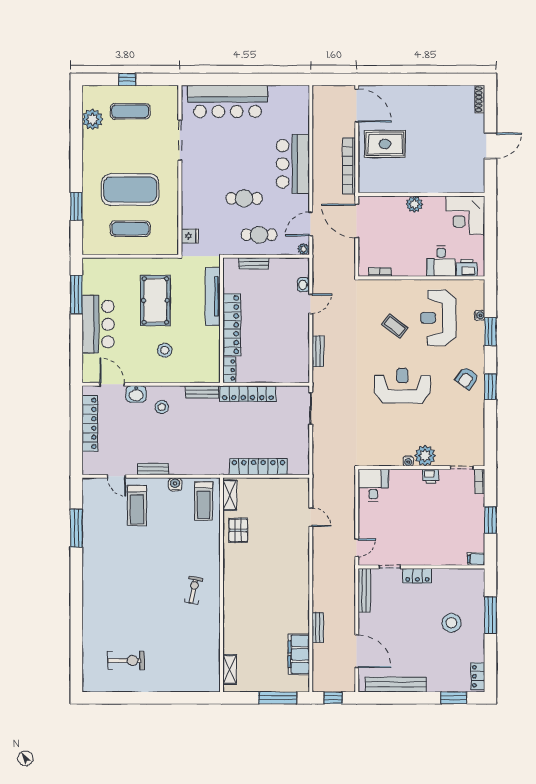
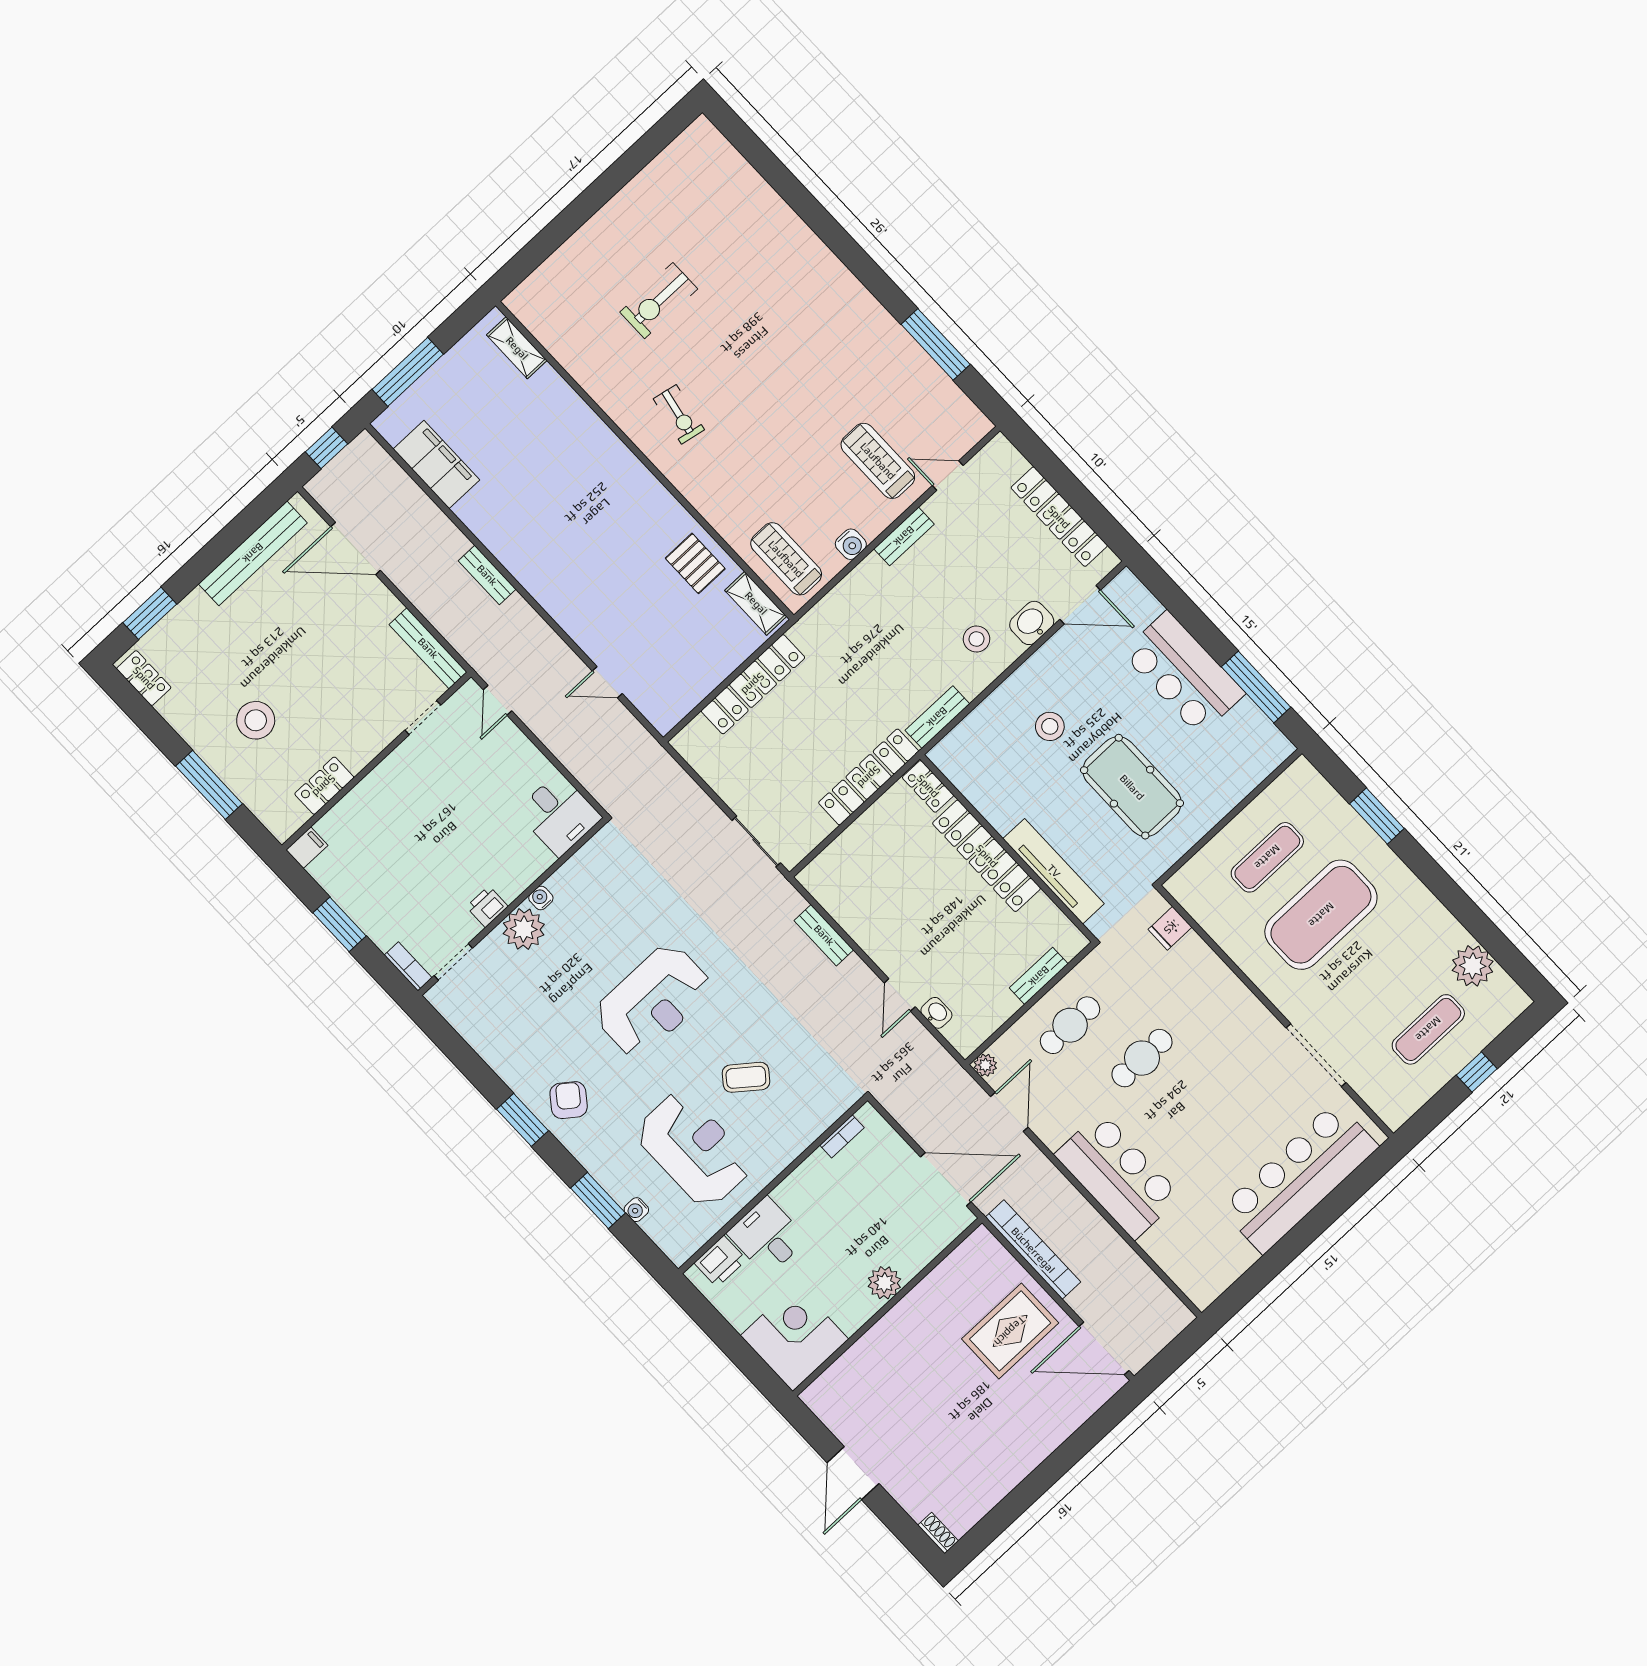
shoe rack: (480, 99) -> (938, 1533), width x0.70
locker: (417, 576) -> (324, 786), moved
bench: (318, 628) -> (487, 575), moved
exercise bike: (126, 661) -> (659, 301), moved

